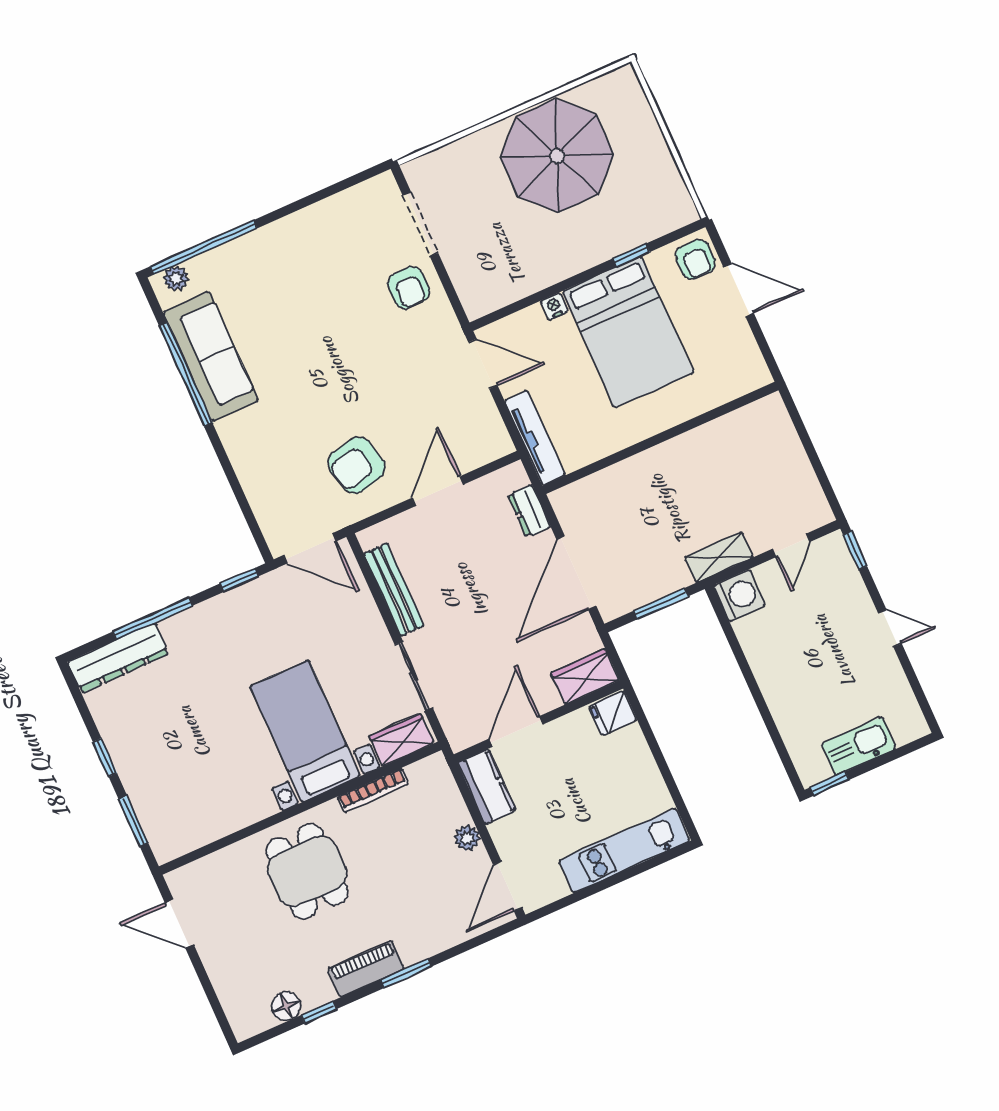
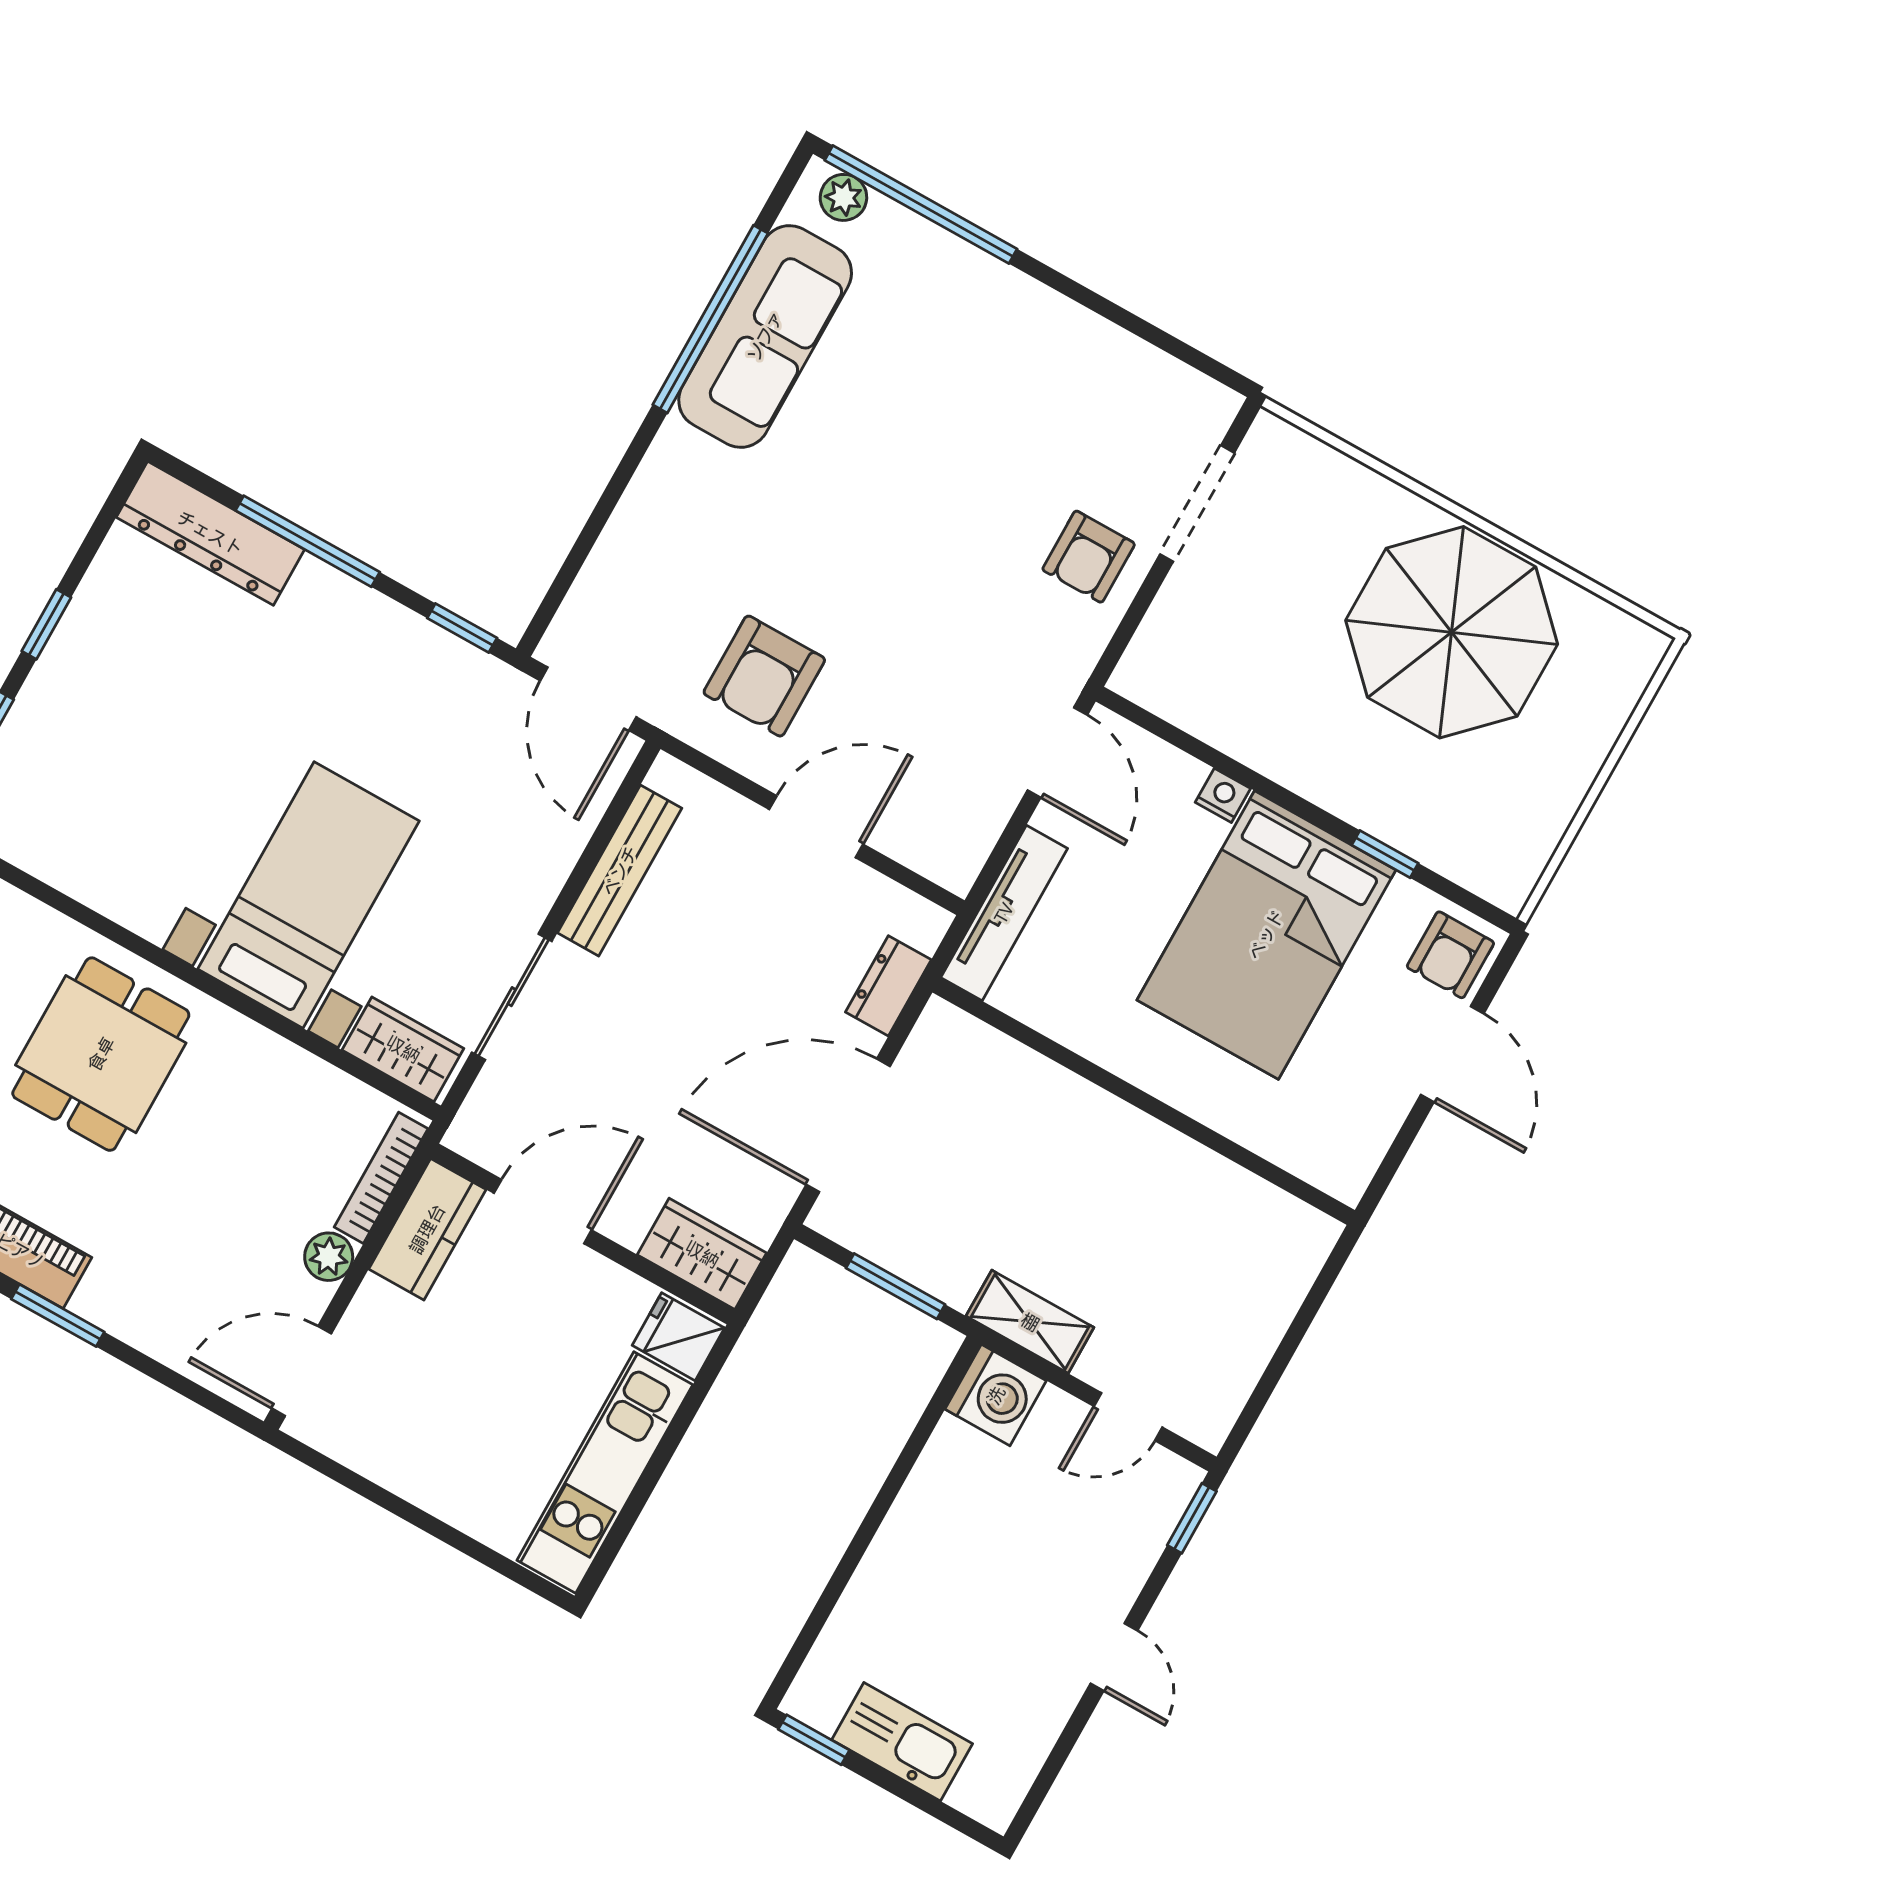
armchair: (356, 465) -> (764, 676), turned -77
bookcase: (373, 790) -> (381, 1178), moved, turned 90
kitchen unit: (624, 851) -> (605, 1473), moved, turned -90

